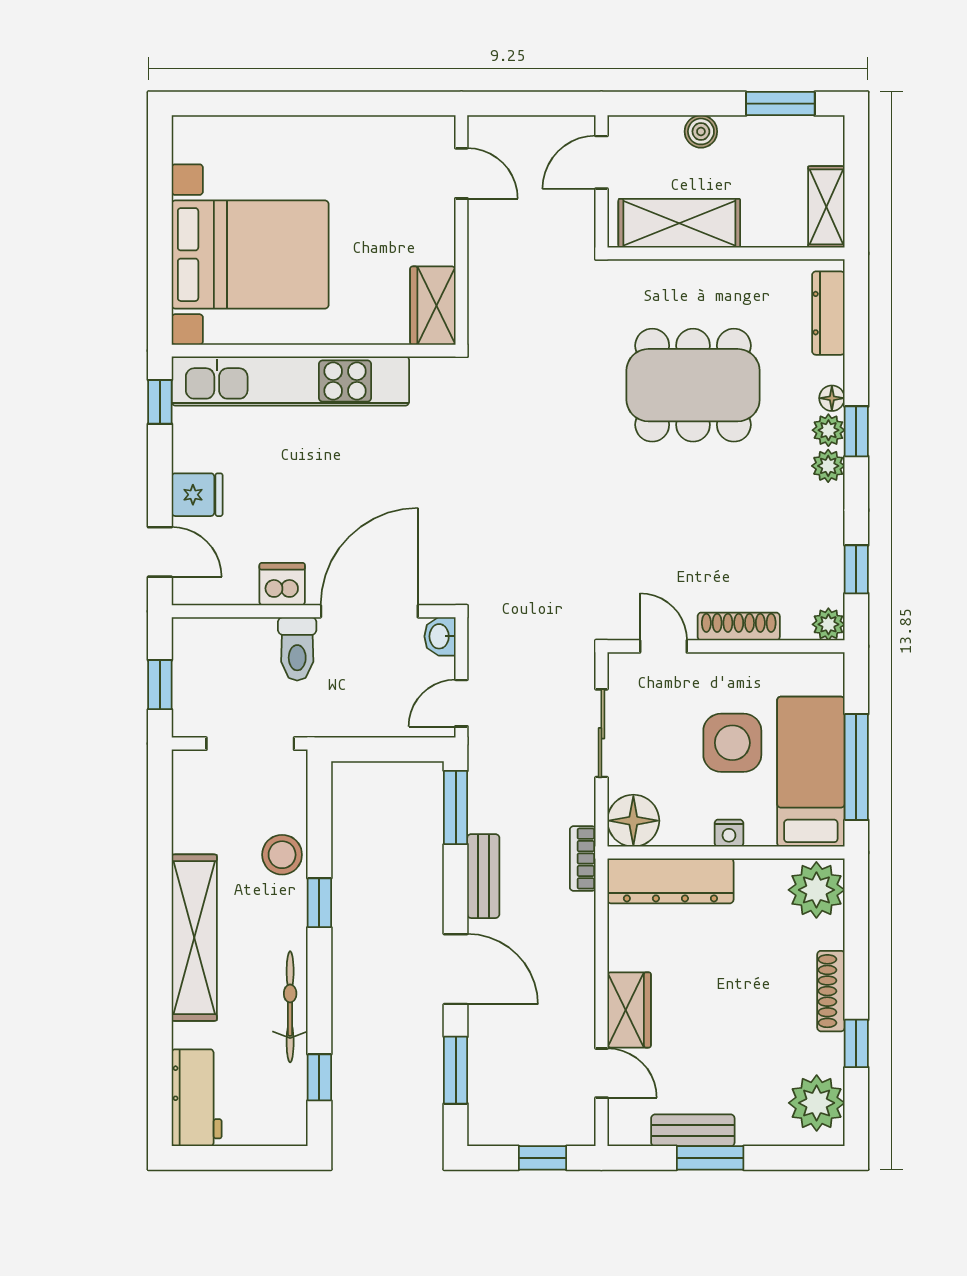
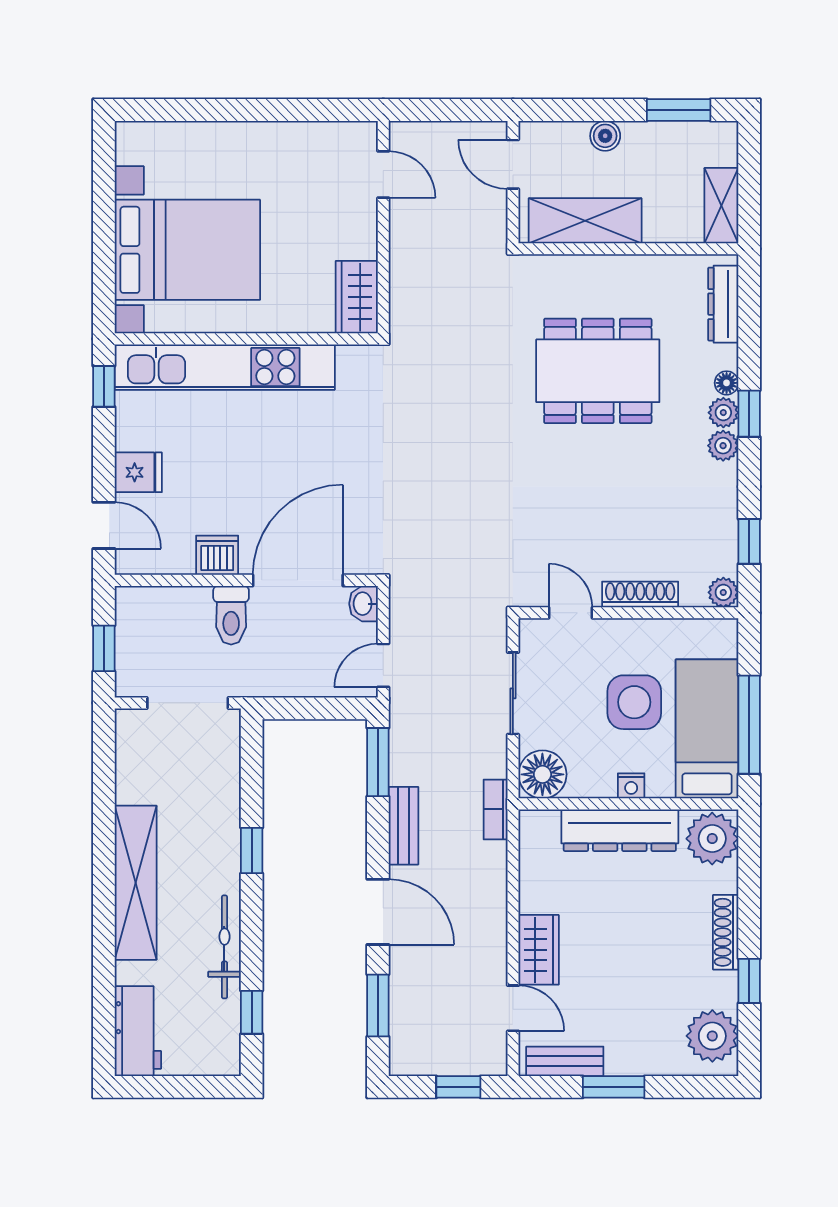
door: (601, 162) -> (513, 164), hinge flipped
stool: (282, 855) -> (217, 806), removed
dresser: (670, 881) -> (620, 830), moved
bench: (693, 1130) -> (565, 1061), moved

